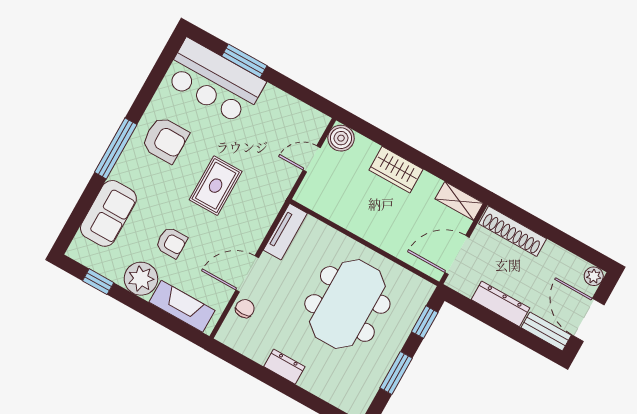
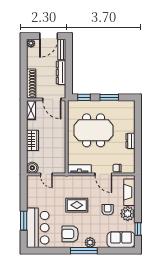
armchair: (165, 140) -> (70, 234), turned -90
plant: (125, 170) -> (90, 242), added
sofa: (108, 213) -> (121, 240), moved

